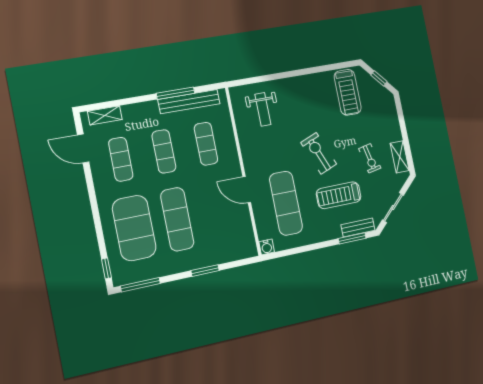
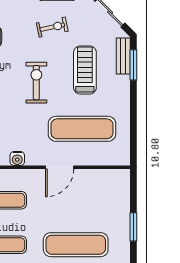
exercise bike: (319, 153) -> (36, 83), turned 112
treadmill: (339, 195) -> (85, 70), turned 180
water cooler: (267, 247) -> (17, 159), moved, turned 90

